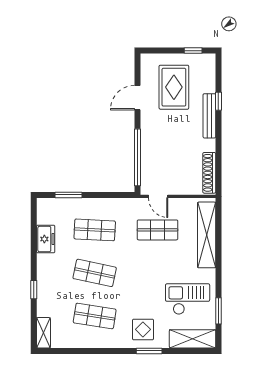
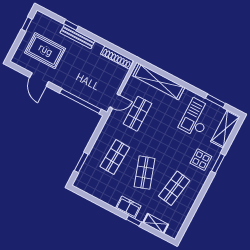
freezer: (46, 239) -> (128, 207), moved
shop shelf: (95, 273) -> (144, 173), turned -30
shelving: (43, 333) -> (156, 223), moved

